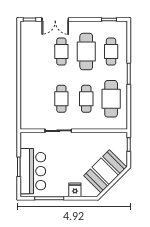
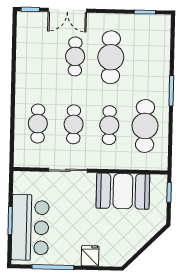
cafe table: (111, 52) -> (38, 124), moved
booth: (105, 171) -> (123, 191), moved, turned 45

